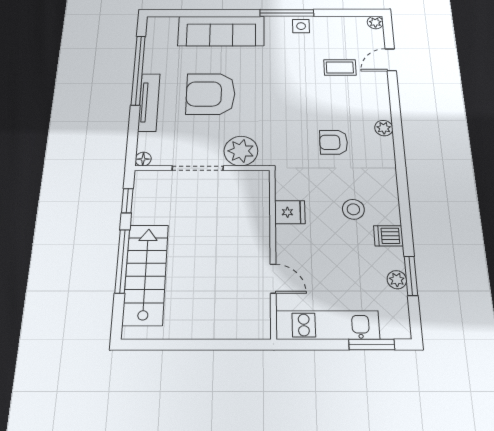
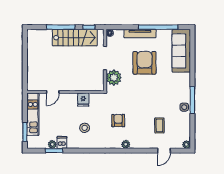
sofa: (221, 31) -> (181, 51), moved
door: (391, 60) -> (164, 151), swing flipped
dishwasher: (388, 236) -> (62, 142), moved
stairs: (146, 274) -> (75, 38), moved

